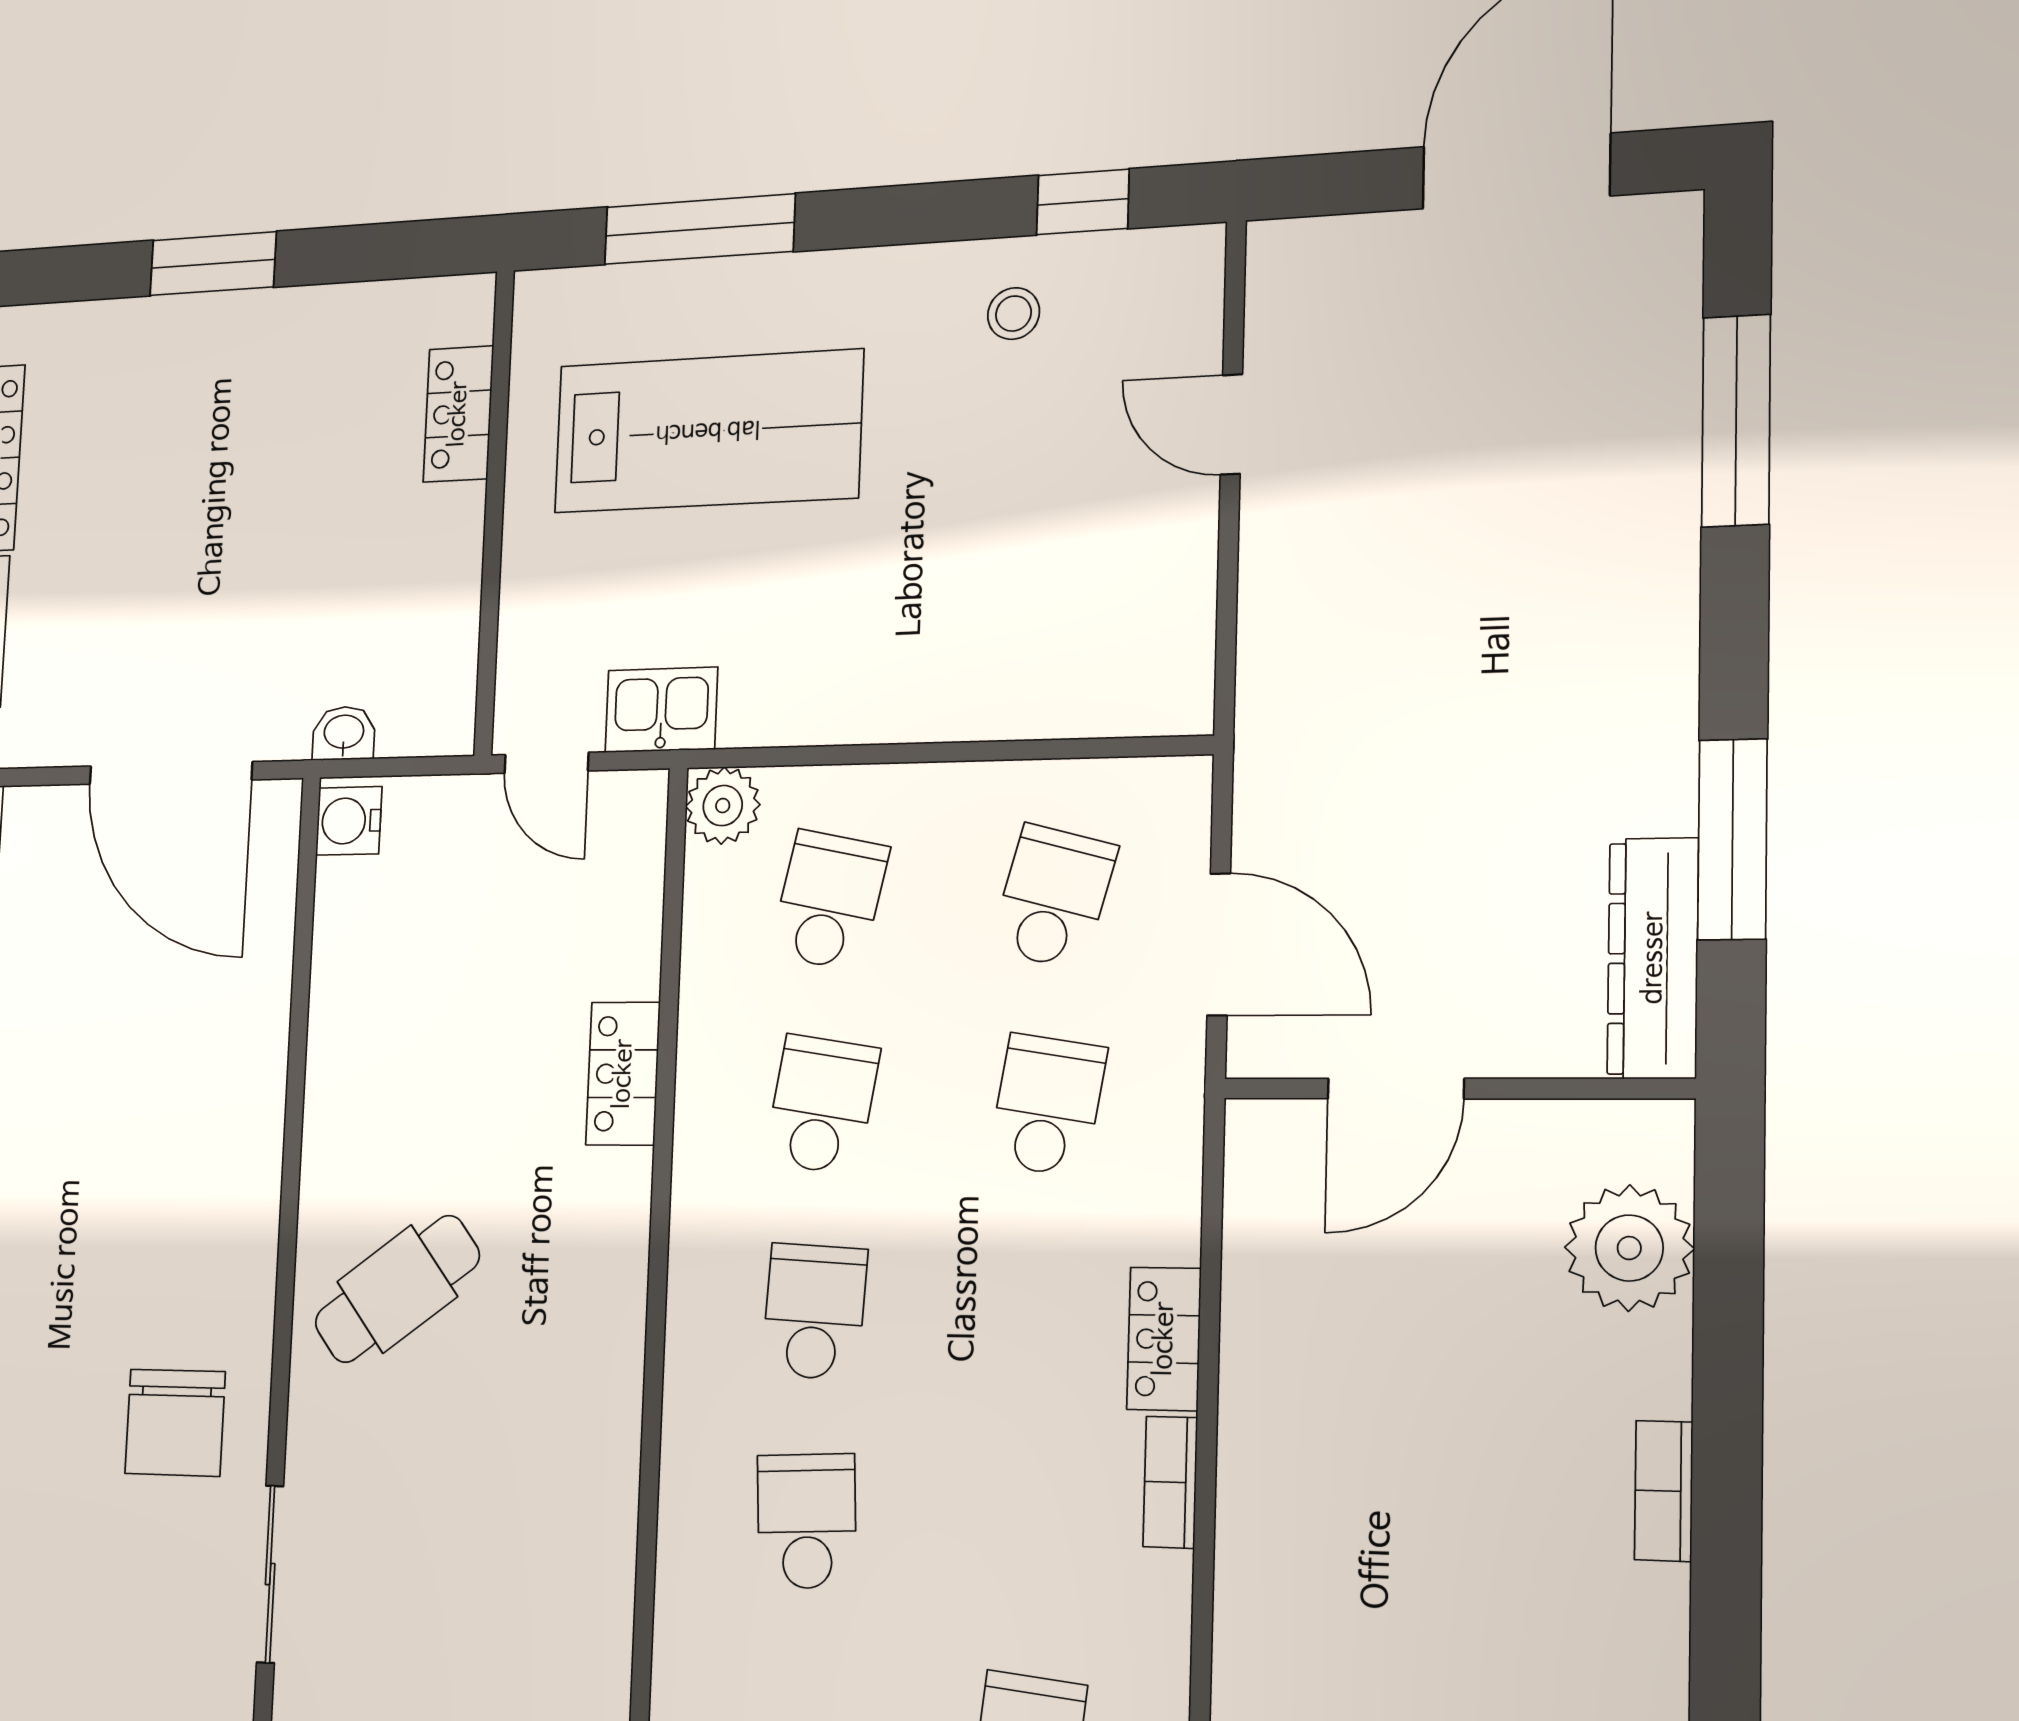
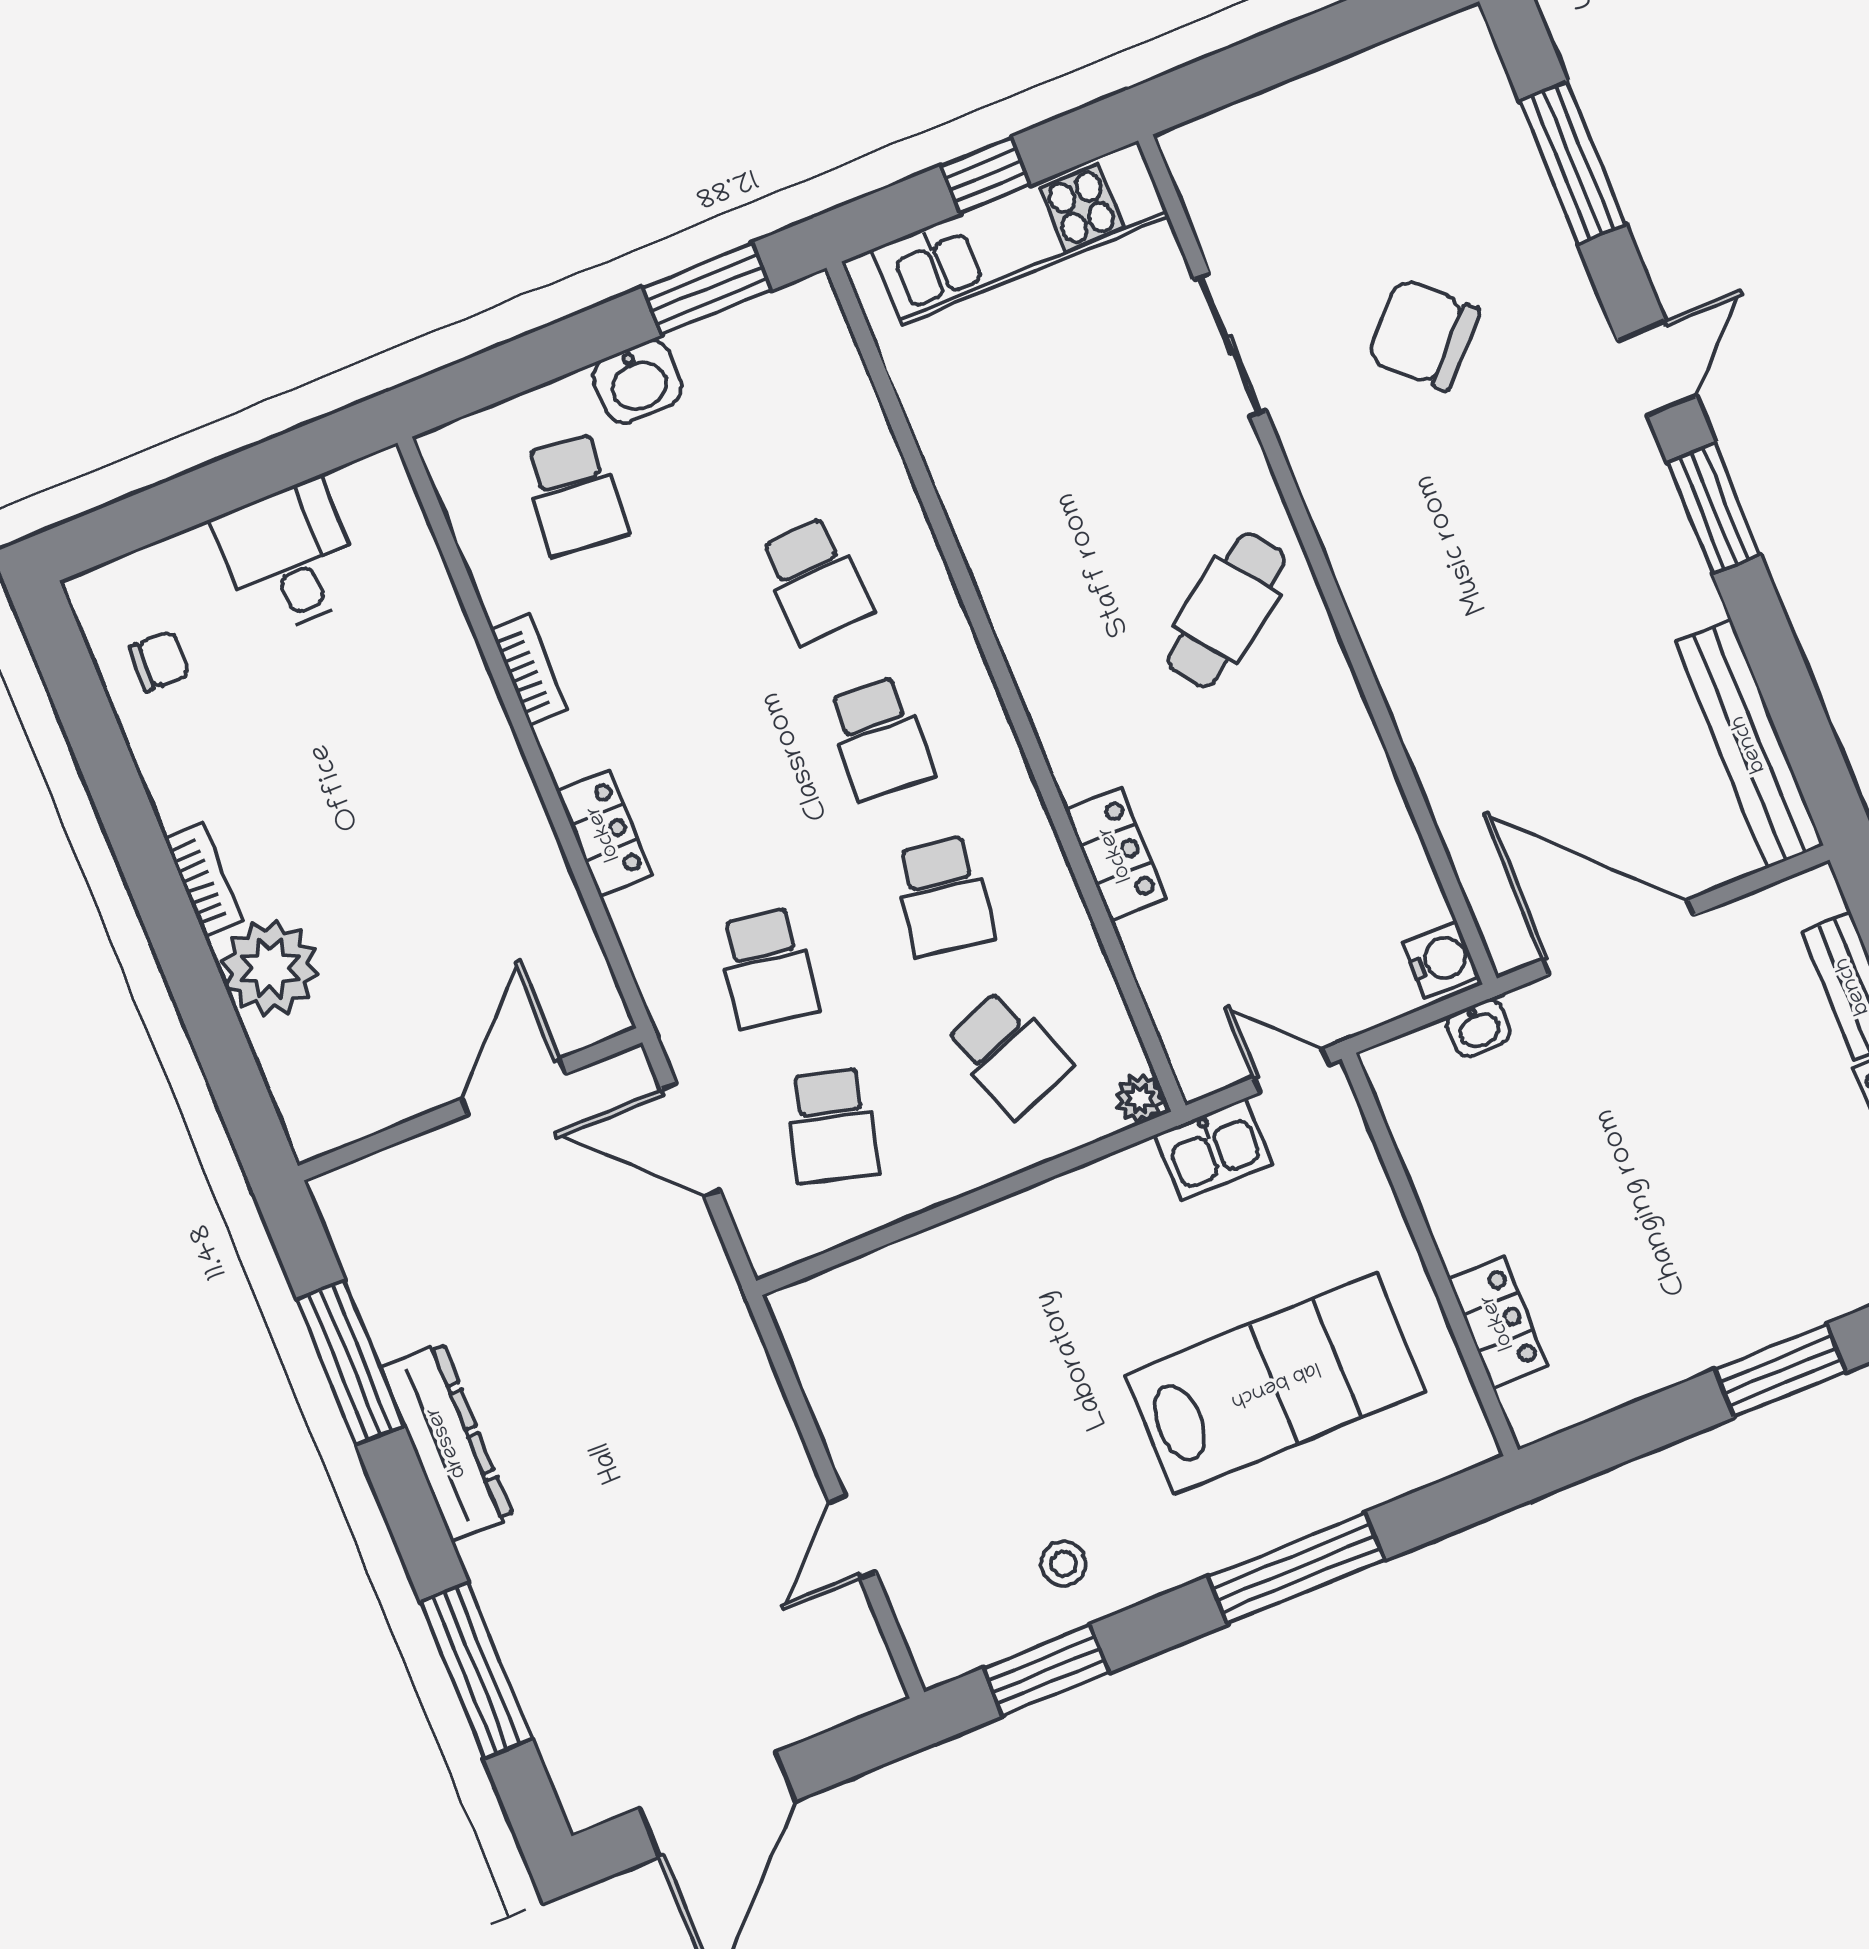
window: (1083, 202) -> (1046, 1670), width x1.50
window: (699, 229) -> (1296, 1568), moved
door: (1231, 424) -> (852, 1537), swing flipped
lab bench: (708, 431) -> (1275, 1384), turned 180
plant: (723, 806) -> (1140, 1098), width x0.73, depth x0.73
school desk: (829, 901) -> (1008, 1054), turned -33
dresser: (1653, 958) -> (447, 1442), moved
plant: (1629, 1248) -> (270, 968), moved
chair: (175, 1423) -> (1423, 334), moved, turned -46
bookcase: (1170, 1482) -> (529, 670), moved

